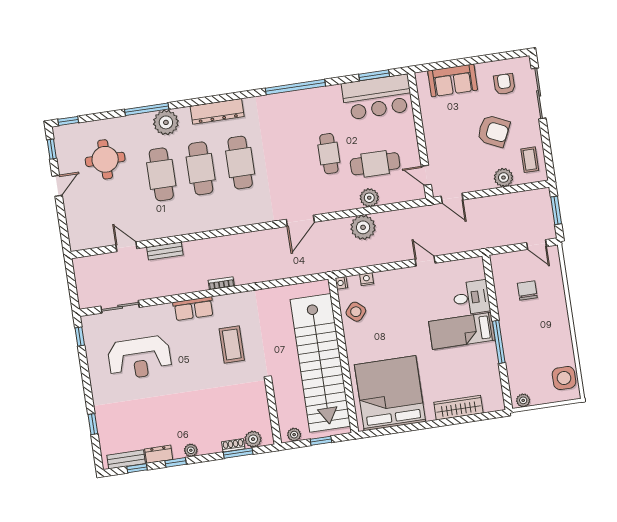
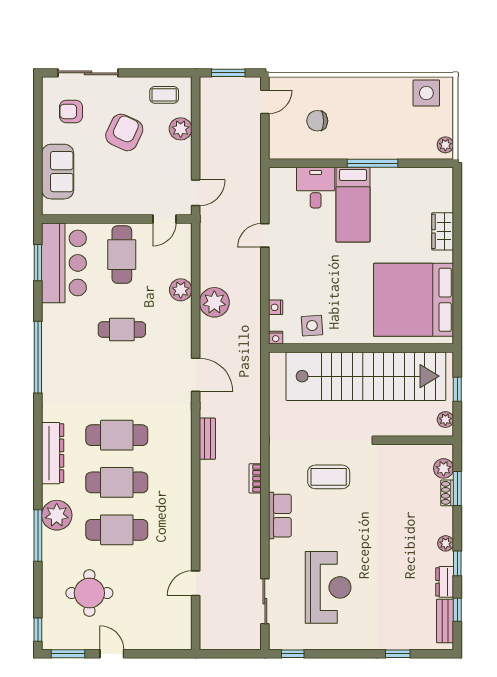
window: (52, 149) -> (68, 654), width x1.50
cafe table: (375, 164) -> (122, 255), moved
bench: (165, 251) -> (207, 439), moved
side table: (356, 312) -> (312, 326), turned 45
wardrobe: (458, 408) -> (443, 231), width x0.67

